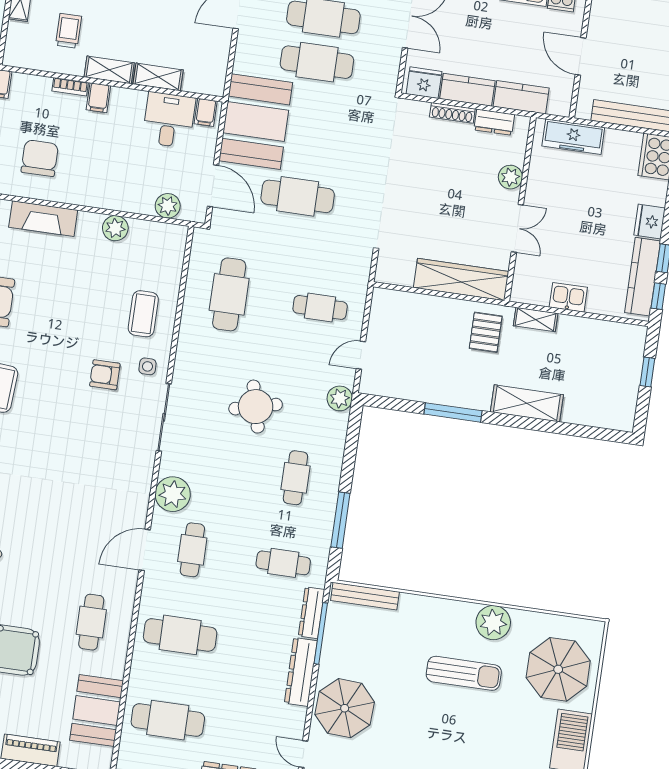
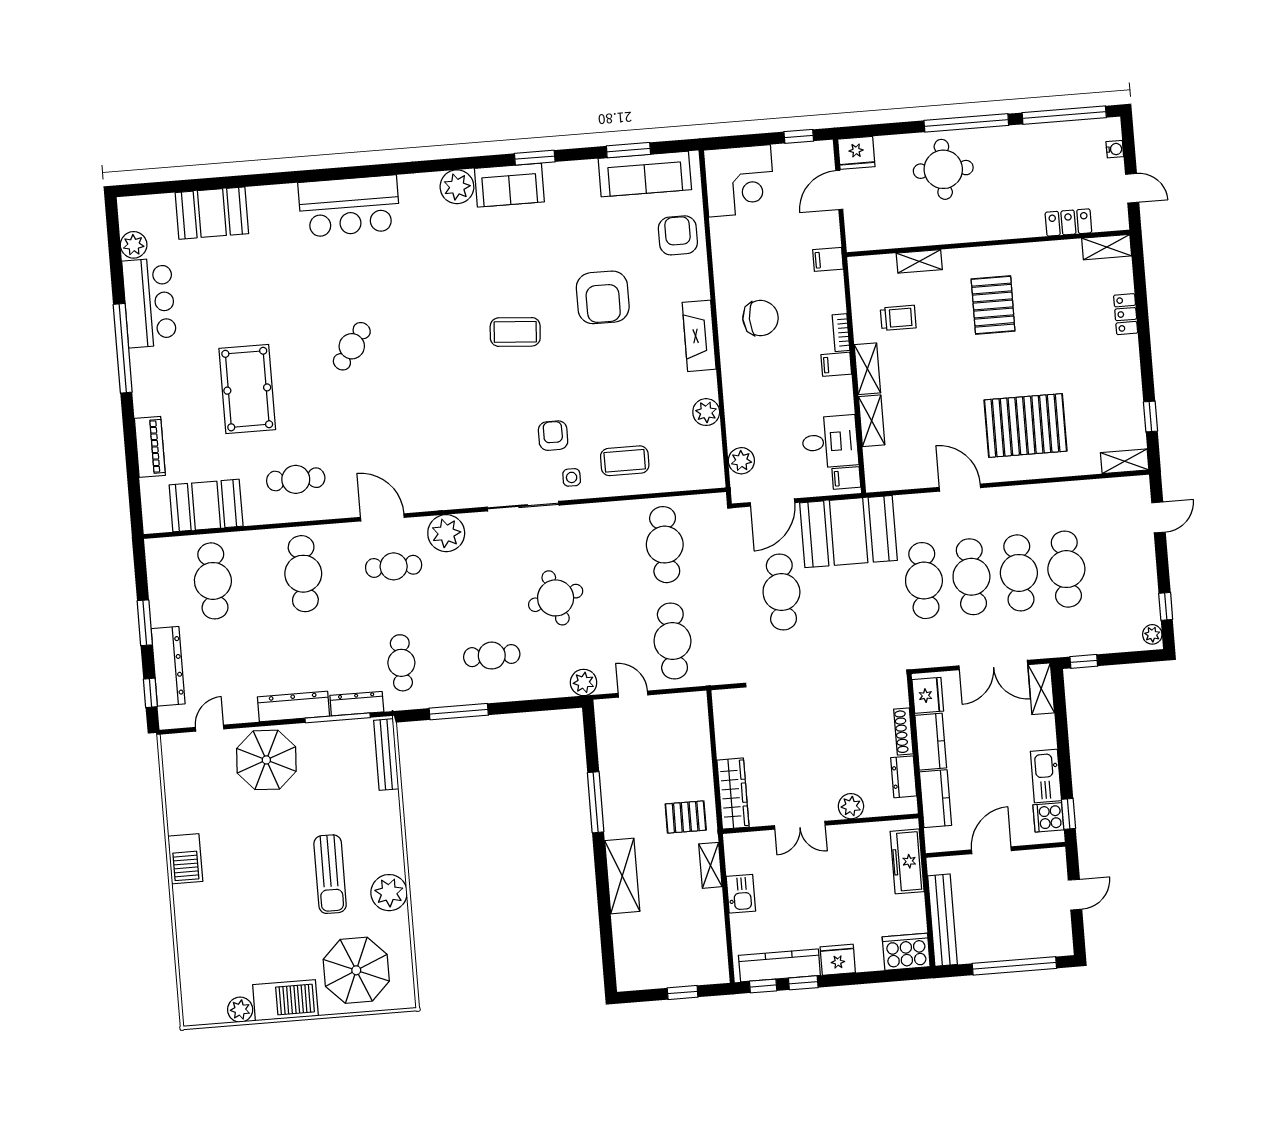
wardrobe: (461, 280) -> (733, 794), width x0.71, depth x0.85
cafe table: (229, 294) -> (665, 545), turned 90
cafe table: (320, 307) -> (672, 641), width x1.37, depth x1.35

